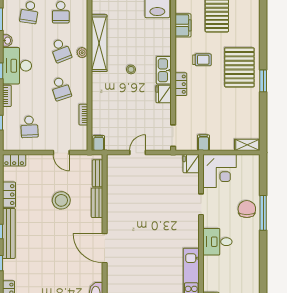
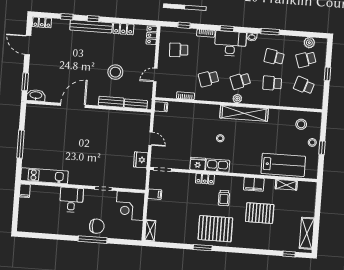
fridge: (191, 164) -> (141, 160), moved, turned -90

